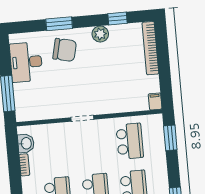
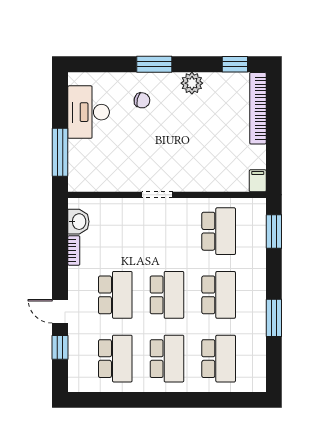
window: (118, 18) -> (235, 64), moved
window: (59, 24) -> (154, 64), moved
chair: (65, 50) -> (142, 100), width x0.54, depth x0.54

